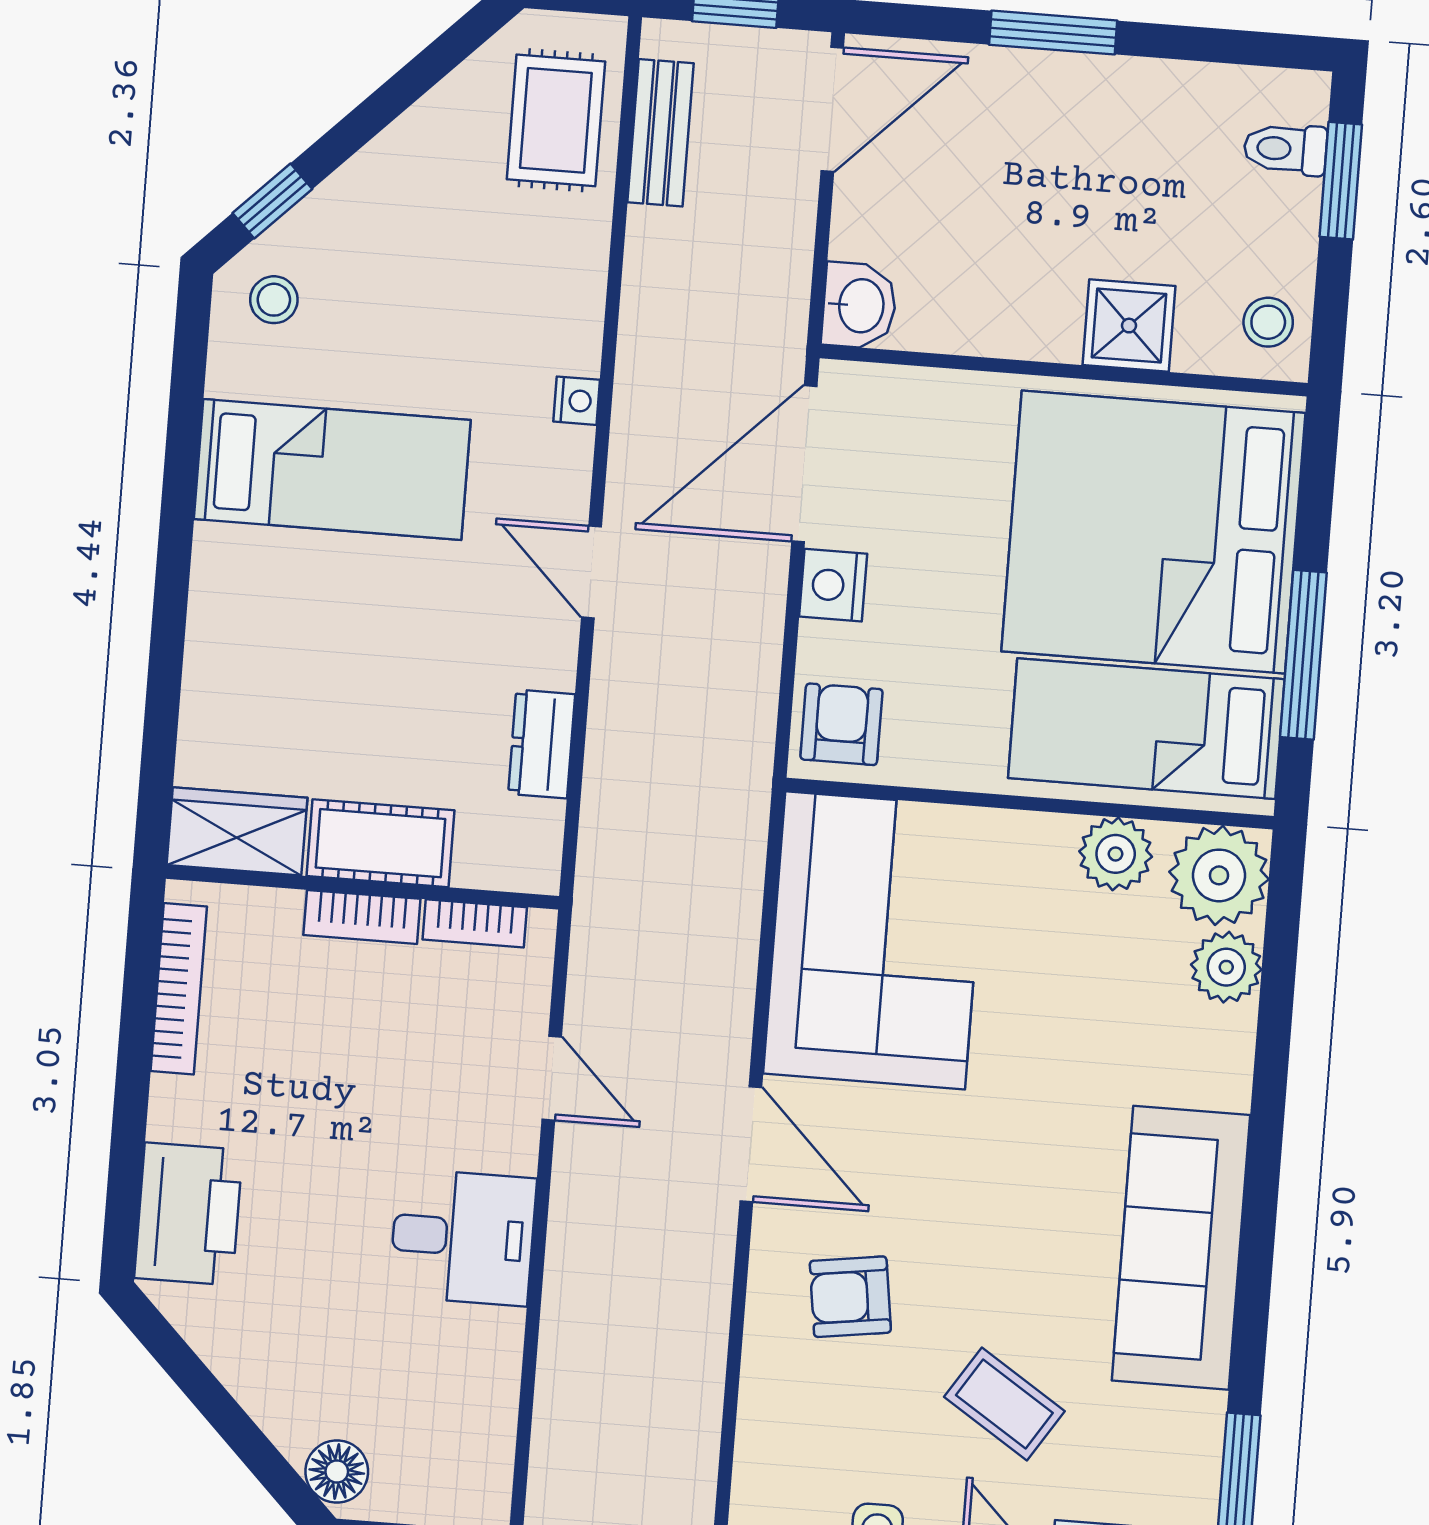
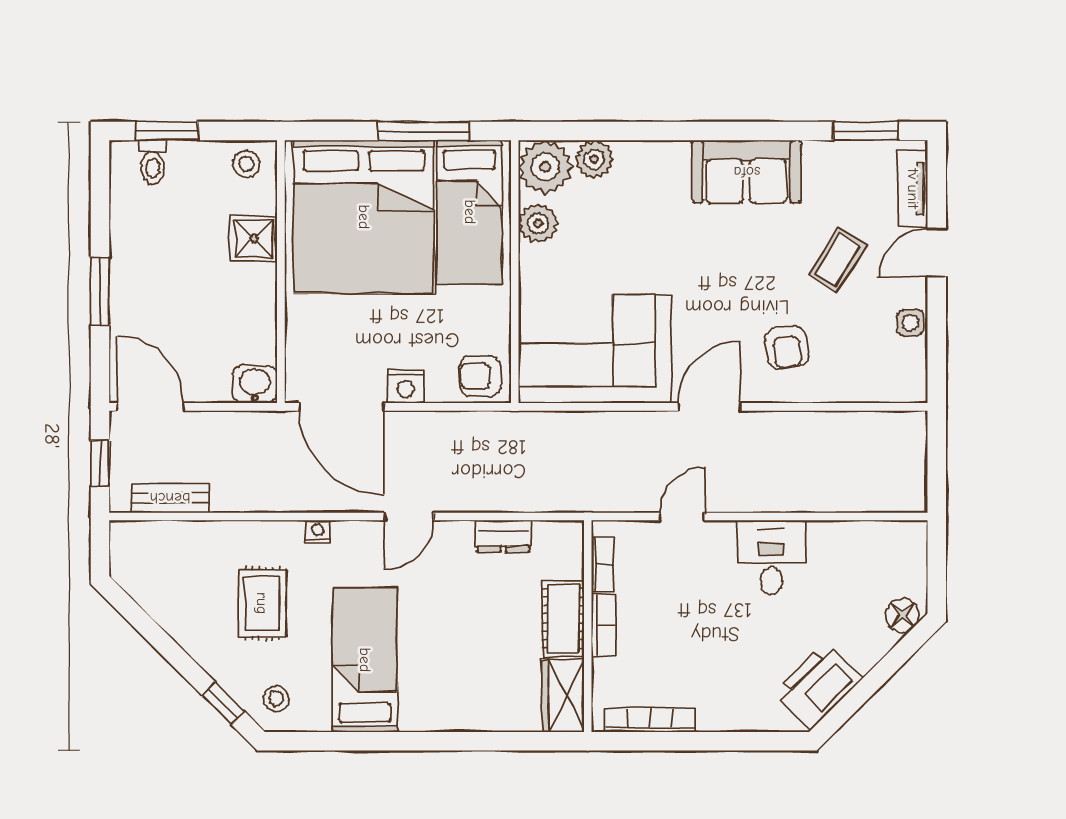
rug: (556, 120) -> (262, 603), moved, turned 90
printer: (188, 1214) -> (818, 686), moved, turned -45
sofa: (1181, 1248) -> (747, 172), width x0.73

